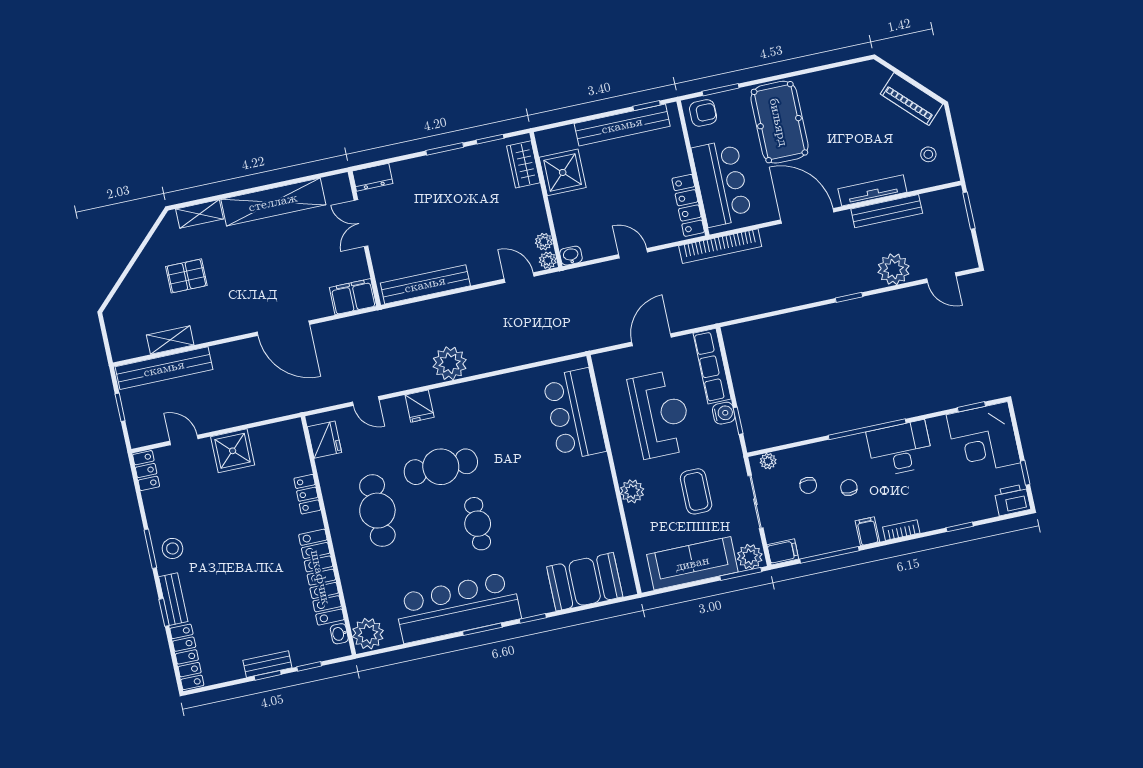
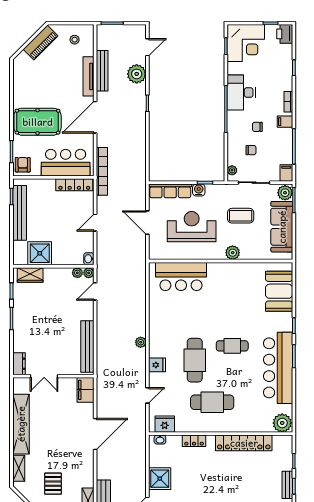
plant: (450, 363) -> (141, 342), width x0.53, depth x0.53
washbasin: (339, 634) -> (160, 440), moved

